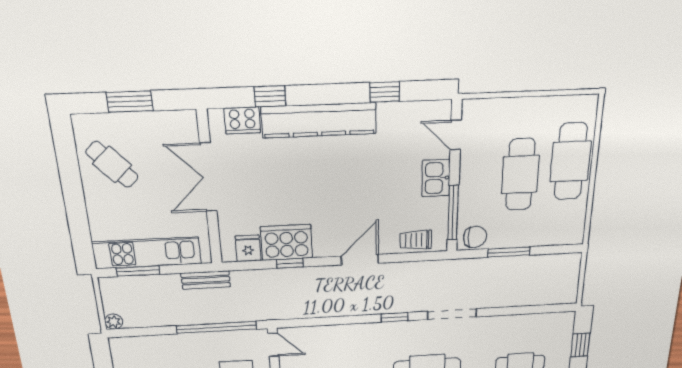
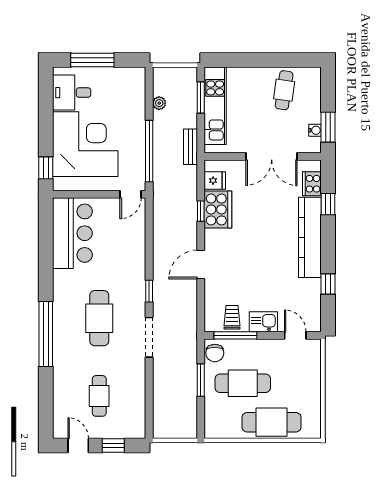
window: (130, 102) -> (328, 127), moved
water cooler: (164, 119) -> (315, 130), added
door: (456, 135) -> (295, 335), hinge flipped
cafe table: (112, 164) -> (284, 90), turned -39
cafe table: (520, 175) -> (243, 383), moved
double door: (208, 177) -> (272, 156), swing flipped
trolley: (416, 240) -> (232, 317), moved
door: (360, 260) -> (201, 264), swing flipped
plant: (114, 322) -> (159, 103), moved

